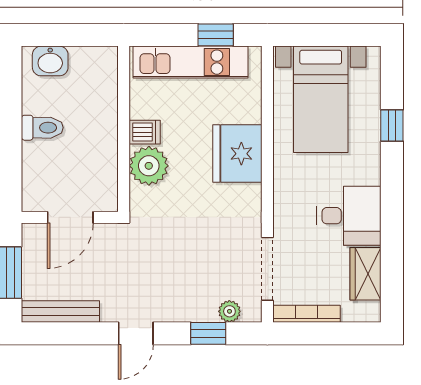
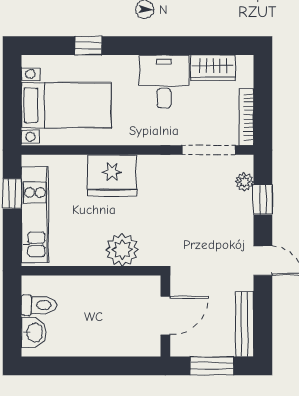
toilet: (42, 128) -> (39, 305), moved, turned 90
dishwasher: (145, 132) -> (94, 253), removed
door: (70, 217) -> (165, 316), hinge flipped

